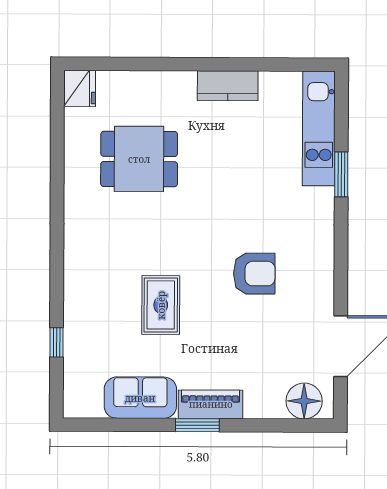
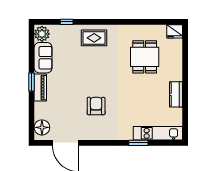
armchair: (254, 274) -> (96, 106), turned 180
rug: (161, 305) -> (94, 38), moved
plant: (84, 400) -> (42, 34), added

